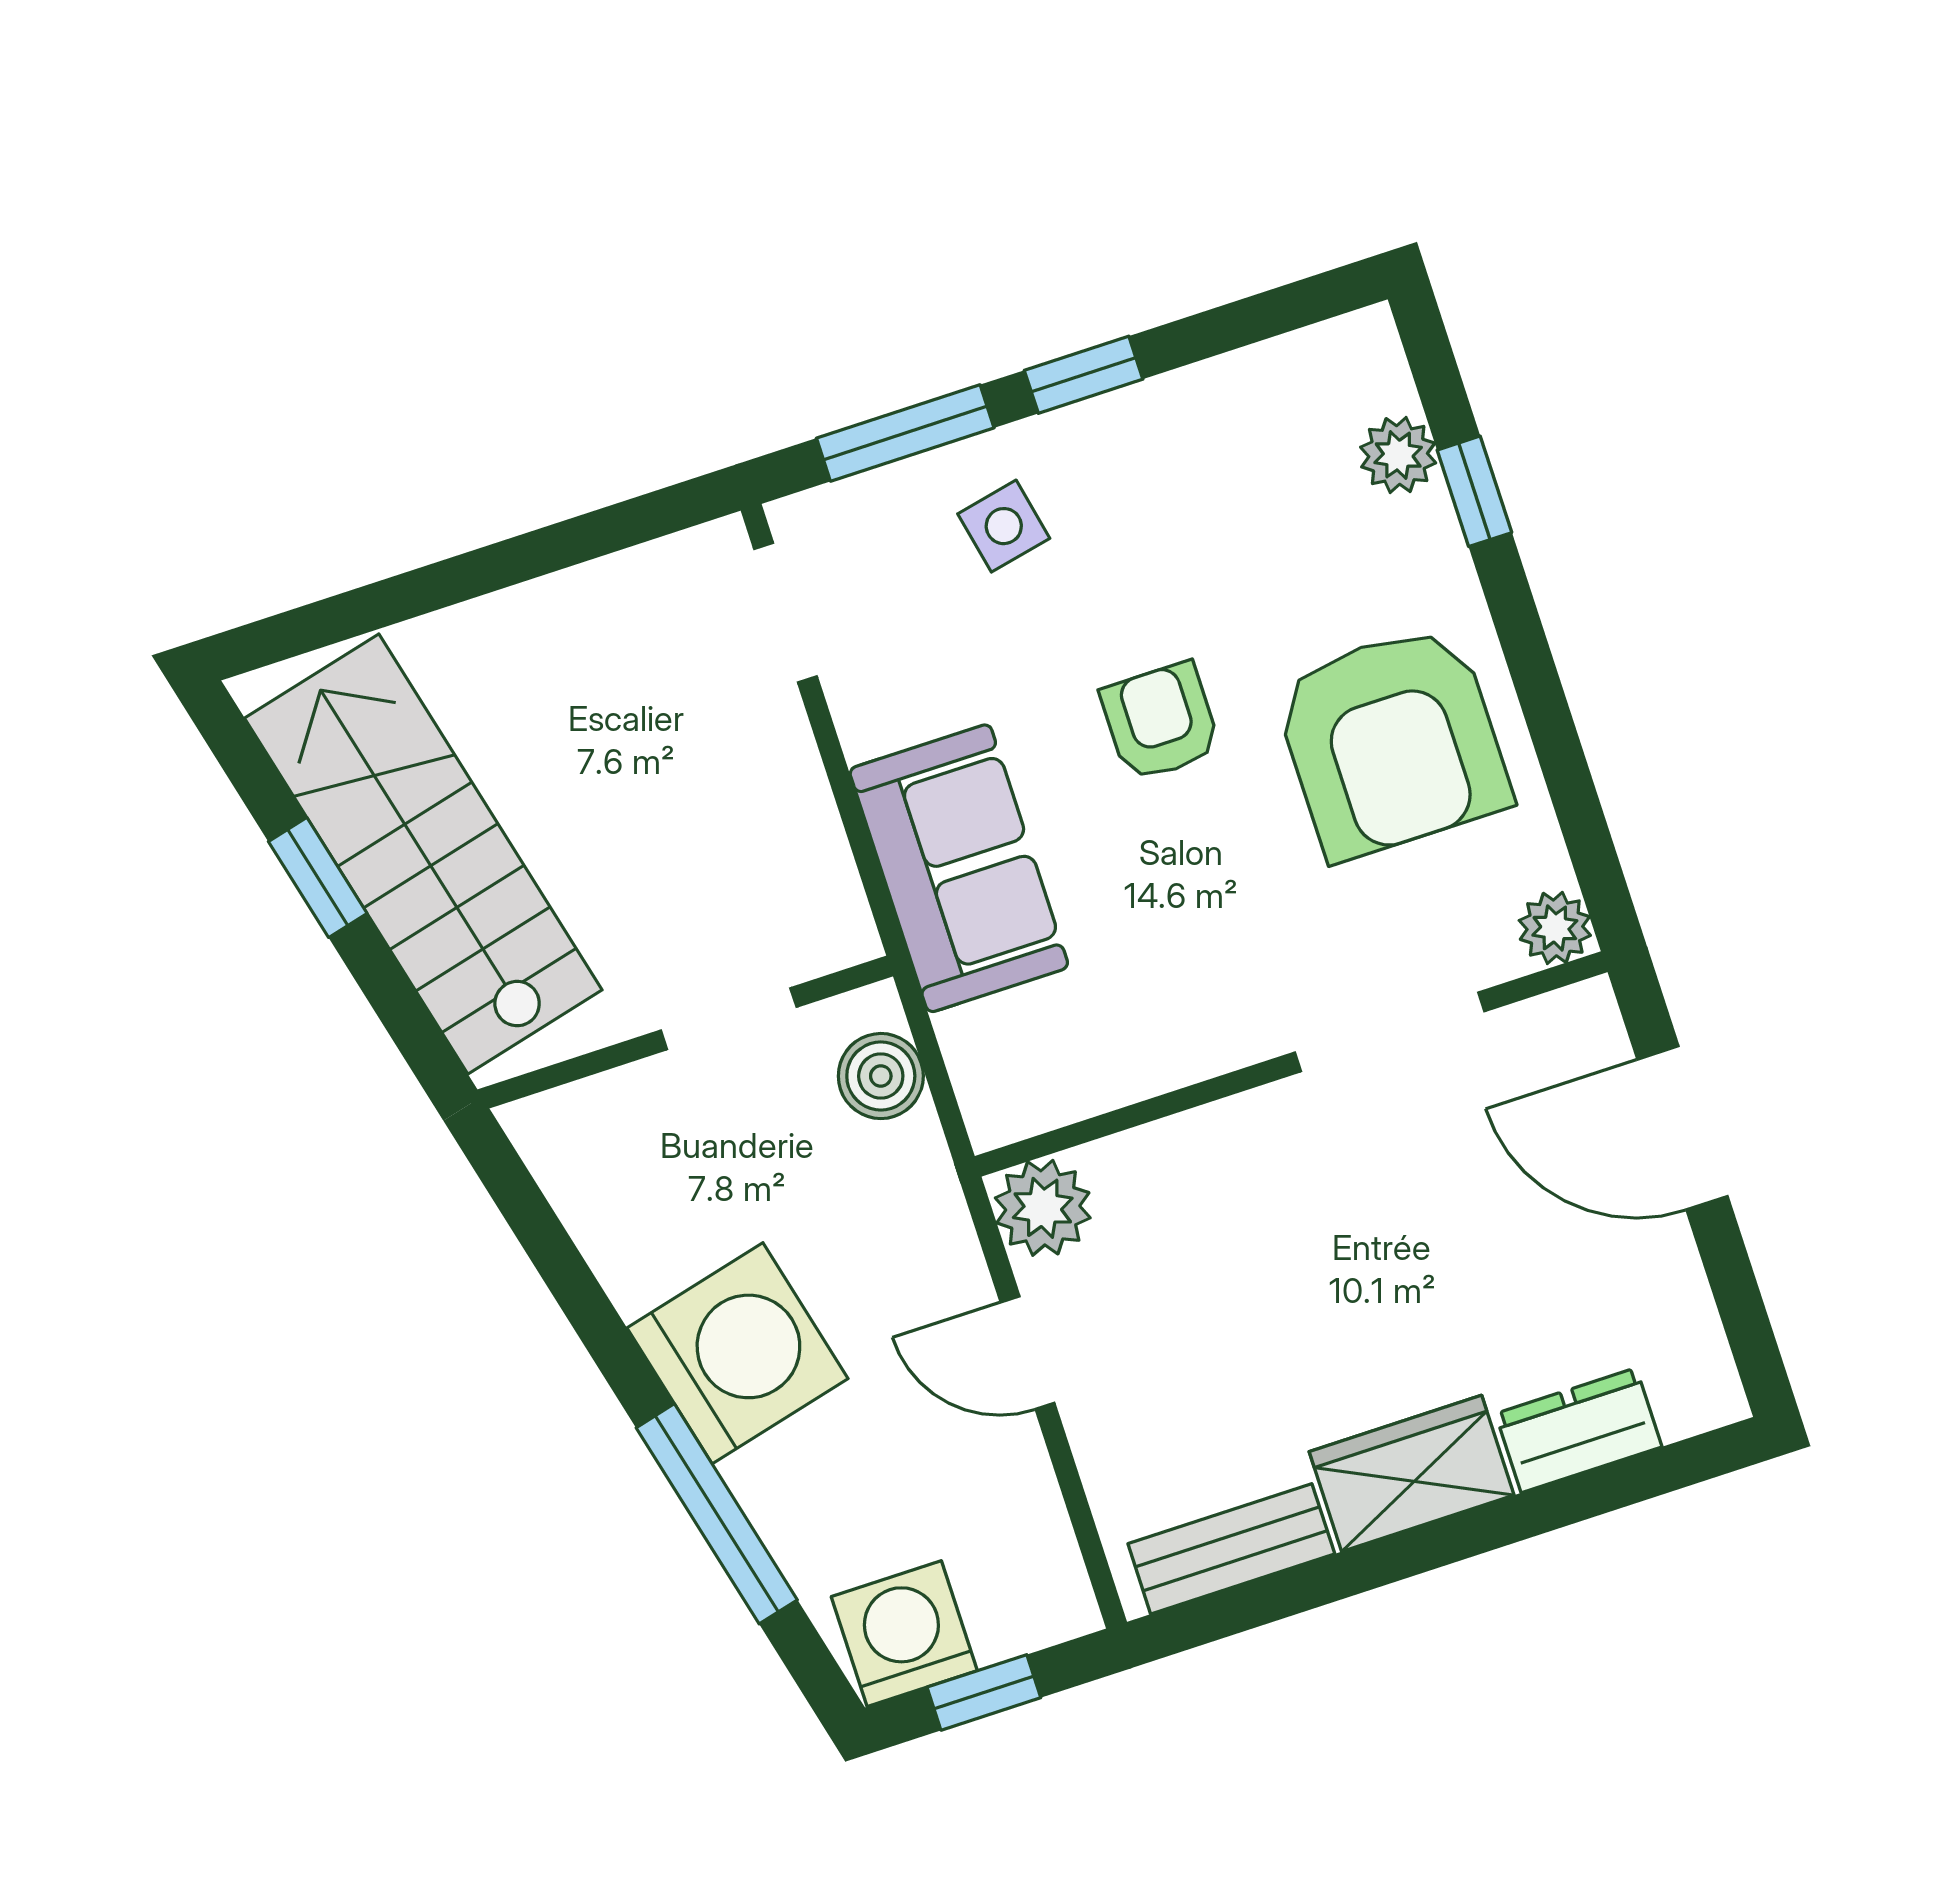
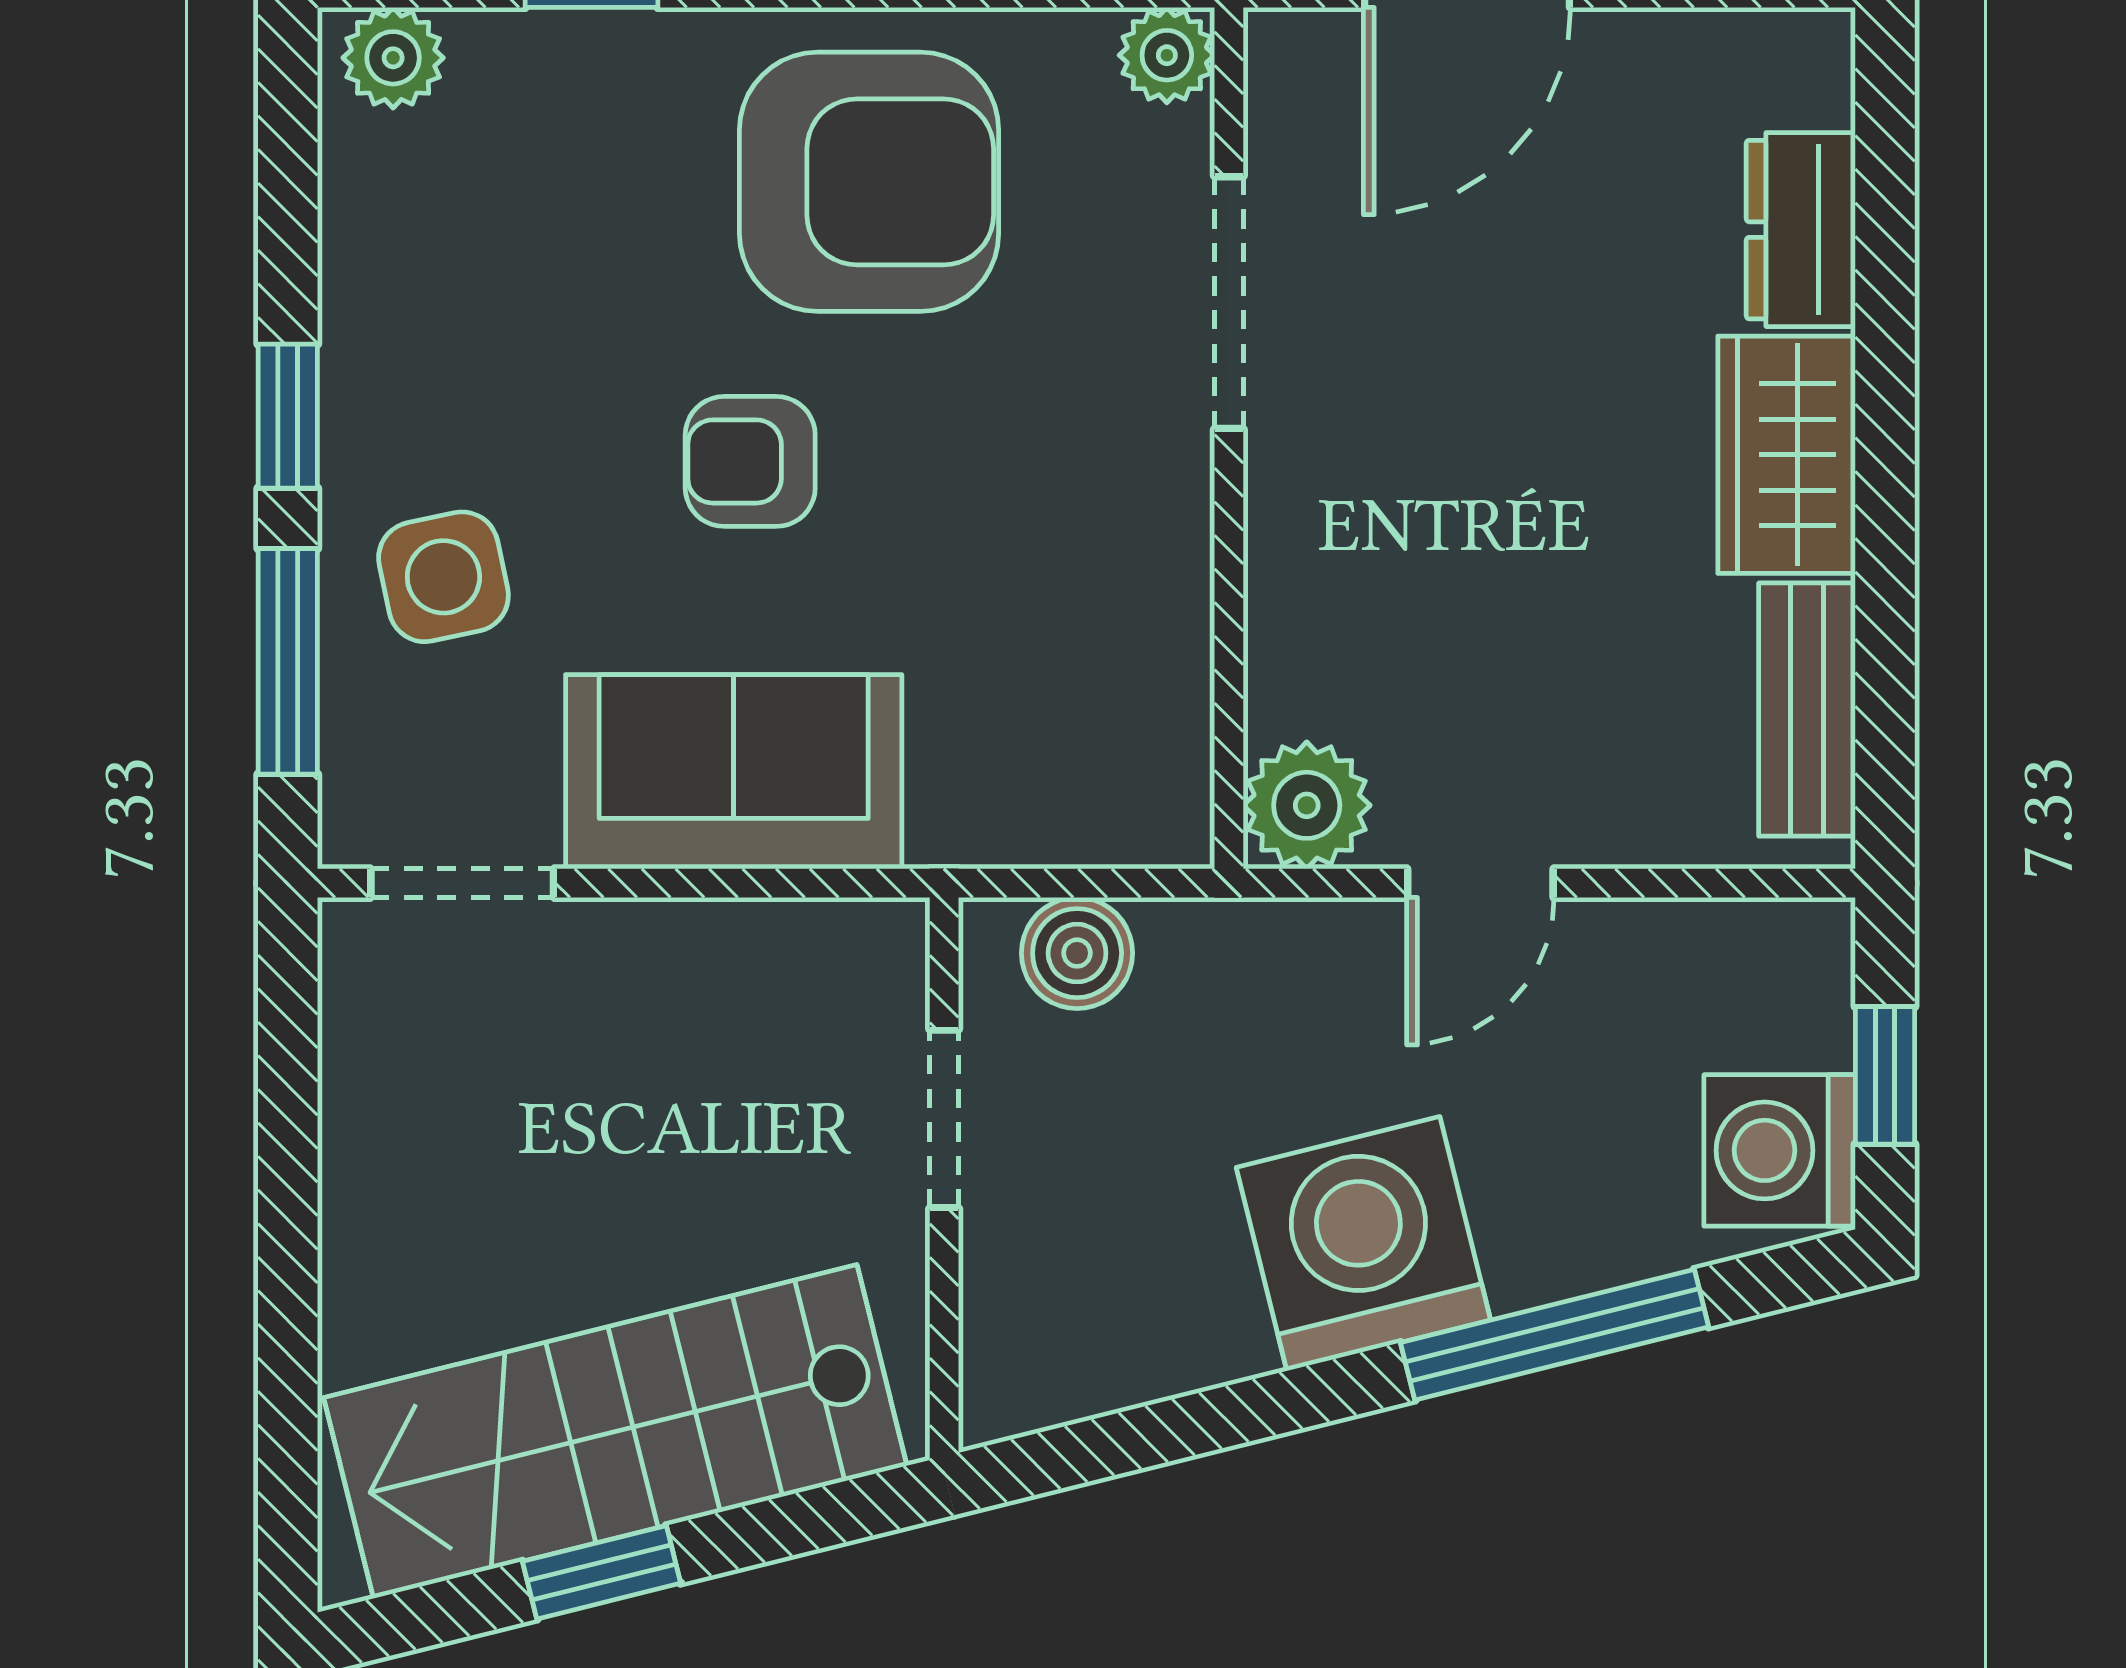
plant: (1398, 455) -> (393, 58), moved
side table: (1004, 526) -> (443, 577), width x1.37, depth x1.37
sofa: (959, 868) -> (734, 772), moved

